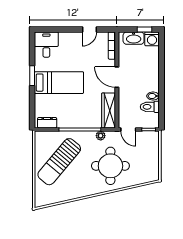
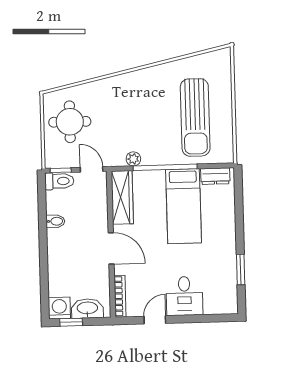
desk: (46, 45) -> (184, 296), moved
window: (32, 76) -> (241, 270), moved
bed: (59, 83) -> (184, 206), moved, turned -90
toilet: (150, 107) -> (59, 181), moved
sun lounger: (59, 162) -> (195, 117), turned 140
round table: (110, 166) -> (70, 122), moved, width x0.73, depth x0.73

